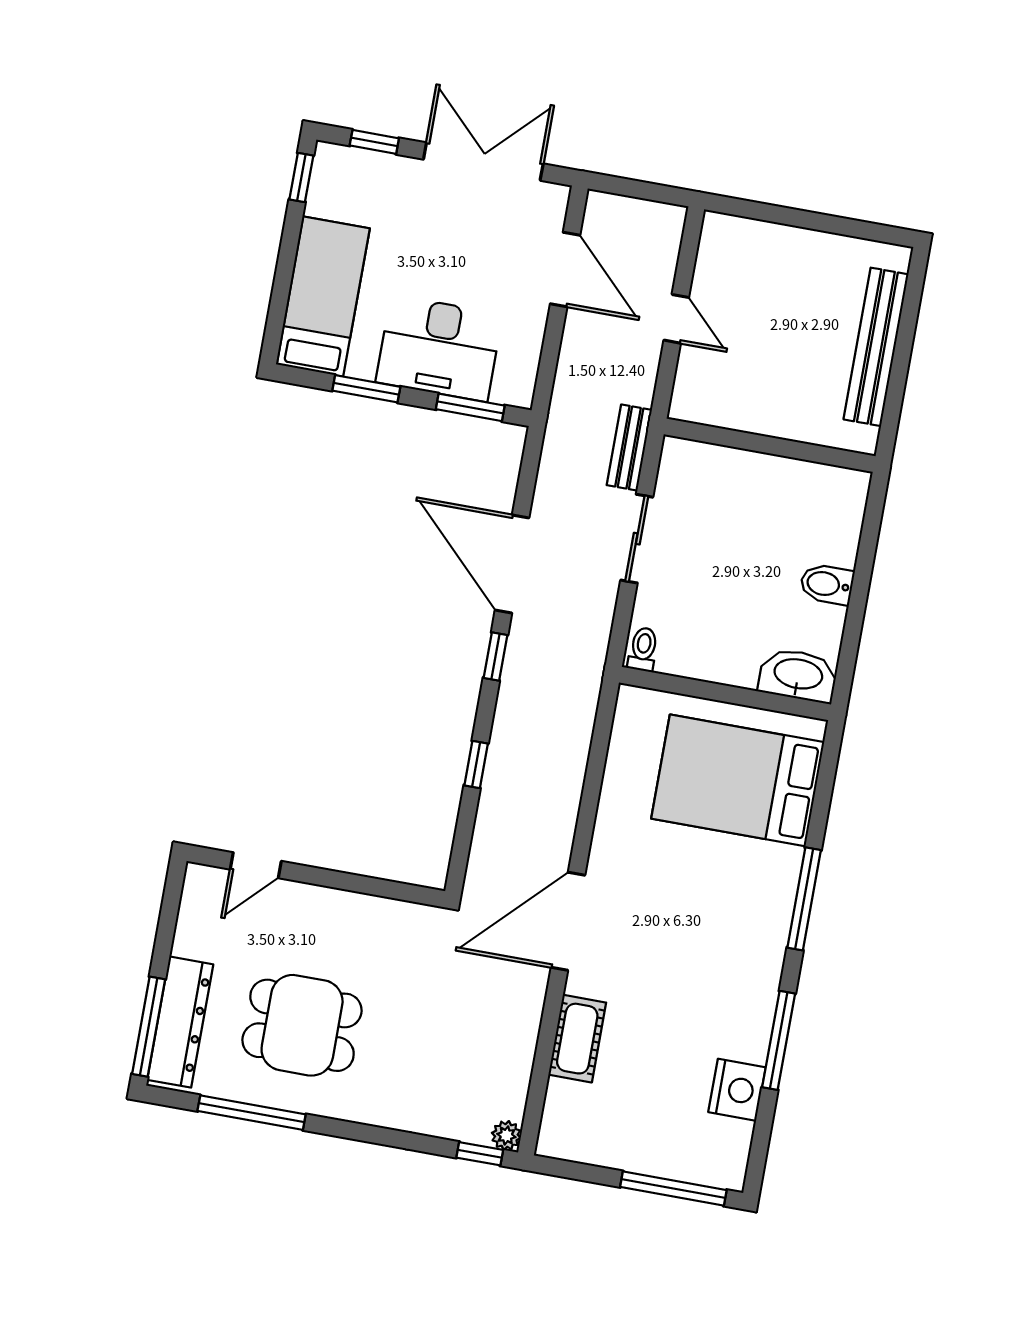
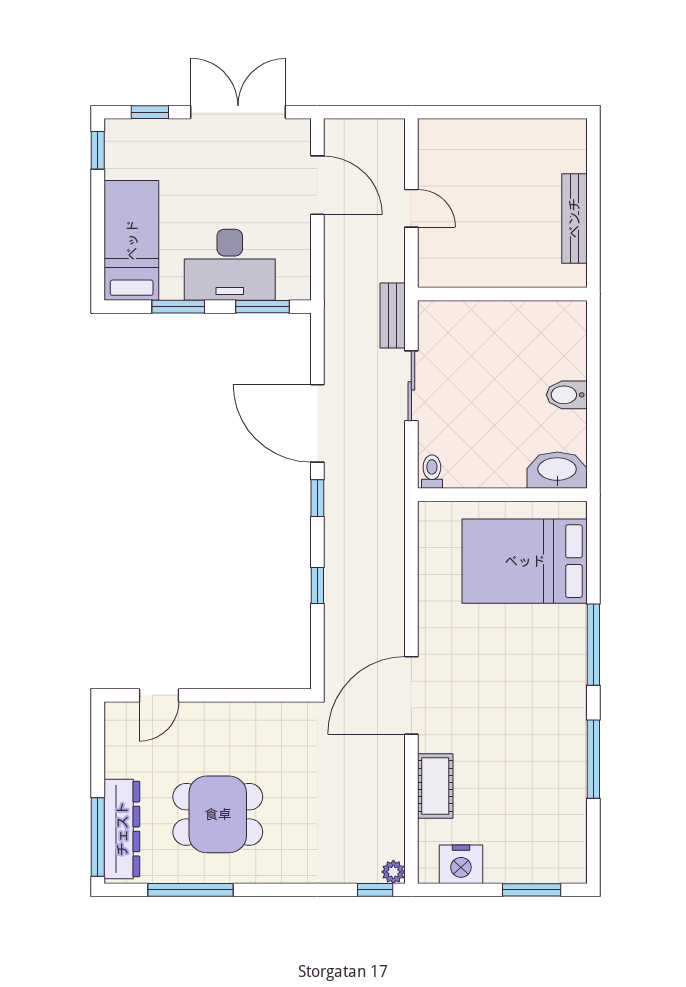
bench: (876, 347) -> (574, 218), width x0.73, depth x0.82
nightstand: (737, 1090) -> (461, 864), moved, turned 90
window: (673, 1189) -> (532, 890), width x0.69

